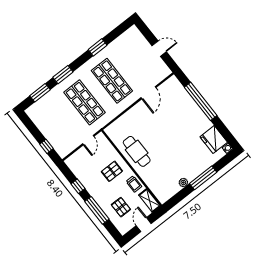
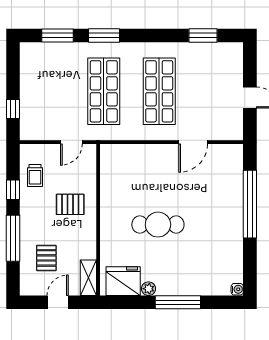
window: (98, 47) -> (203, 35), moved
fridge: (214, 140) -> (123, 281), moved, turned 90
cafe table: (137, 151) -> (158, 225), moved, turned 90
trolley: (134, 184) -> (35, 176), moved

